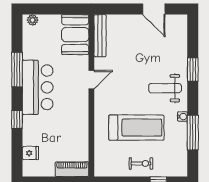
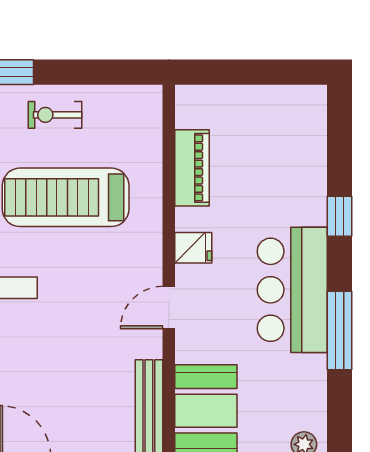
fridge: (30, 153) -> (193, 248), moved, turned 180
piano: (72, 169) -> (192, 168), moved, turned -90

